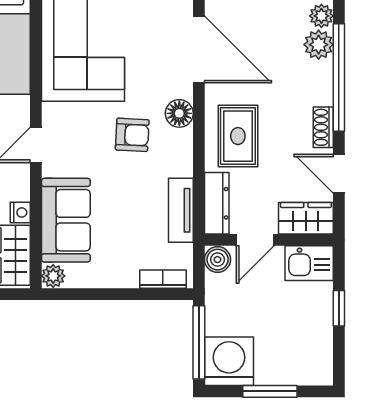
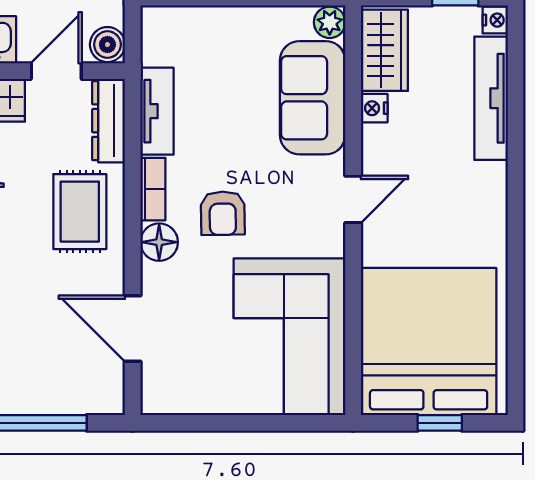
door: (199, 49) -> (133, 329), width x0.73
armchair: (132, 135) -> (223, 213), turned -94
bookcase: (163, 279) -> (153, 189), moved, turned -90

